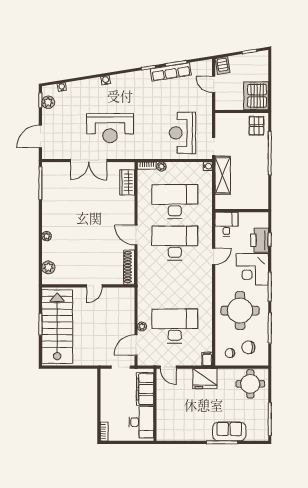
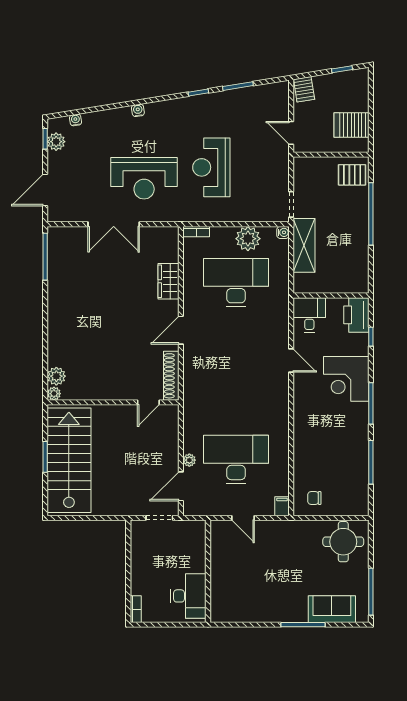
row of seats: (171, 72) -> (230, 99), removed
door: (214, 84) -> (291, 133), moved
server rack: (256, 96) -> (351, 125), width x0.62
pallet: (256, 126) -> (352, 175), turned 90
reception desk: (182, 133) -> (211, 167), moved
plant: (162, 166) -> (248, 239), moved, width x1.87, depth x1.87
wardrobe: (127, 182) -> (168, 281), moved
door: (136, 235) -> (181, 330), hinge flipped
plant: (47, 236) -> (54, 394), moved
printer: (260, 240) -> (356, 315), moved
desk: (175, 243) -> (236, 342), removed
door: (214, 256) -> (291, 360), hinge flipped
door: (94, 286) -> (148, 402), moved
round table: (240, 311) -> (329, 437), removed
chair: (248, 347) -> (341, 490), removed
door: (168, 367) -> (243, 518), moved
fridge: (205, 379) -> (279, 534), removed
filing cabinet: (145, 389) -> (194, 549), removed
sofa: (229, 431) -> (332, 609), moved

